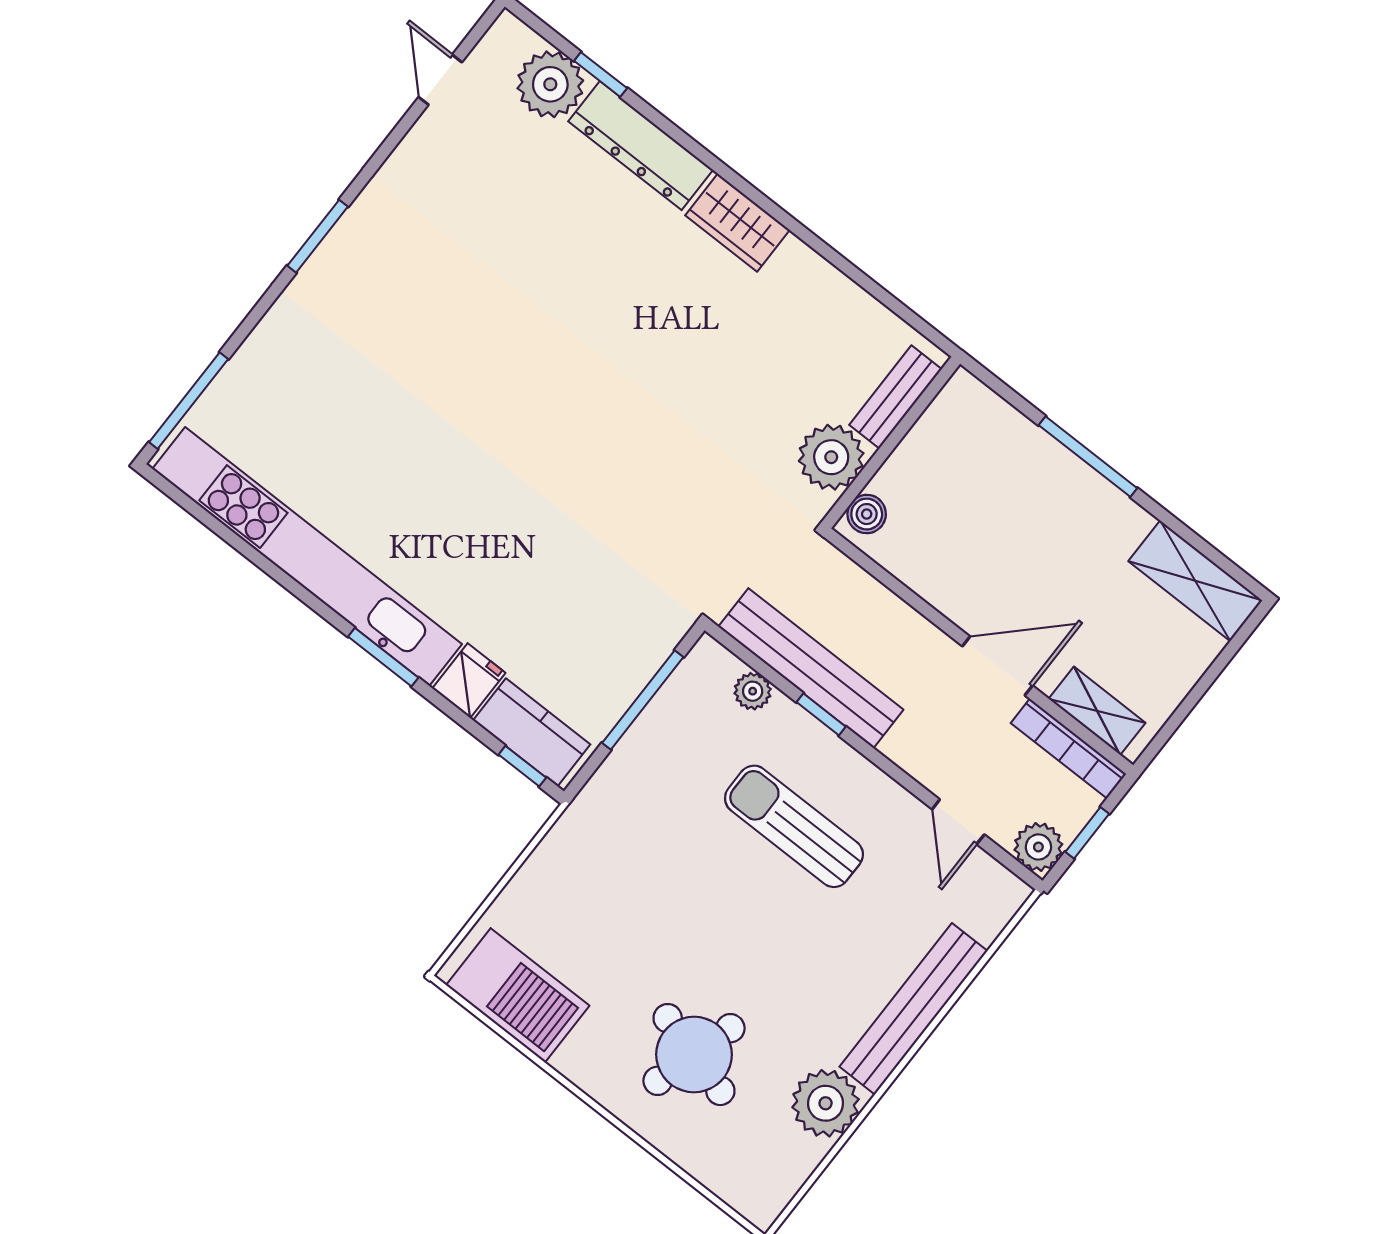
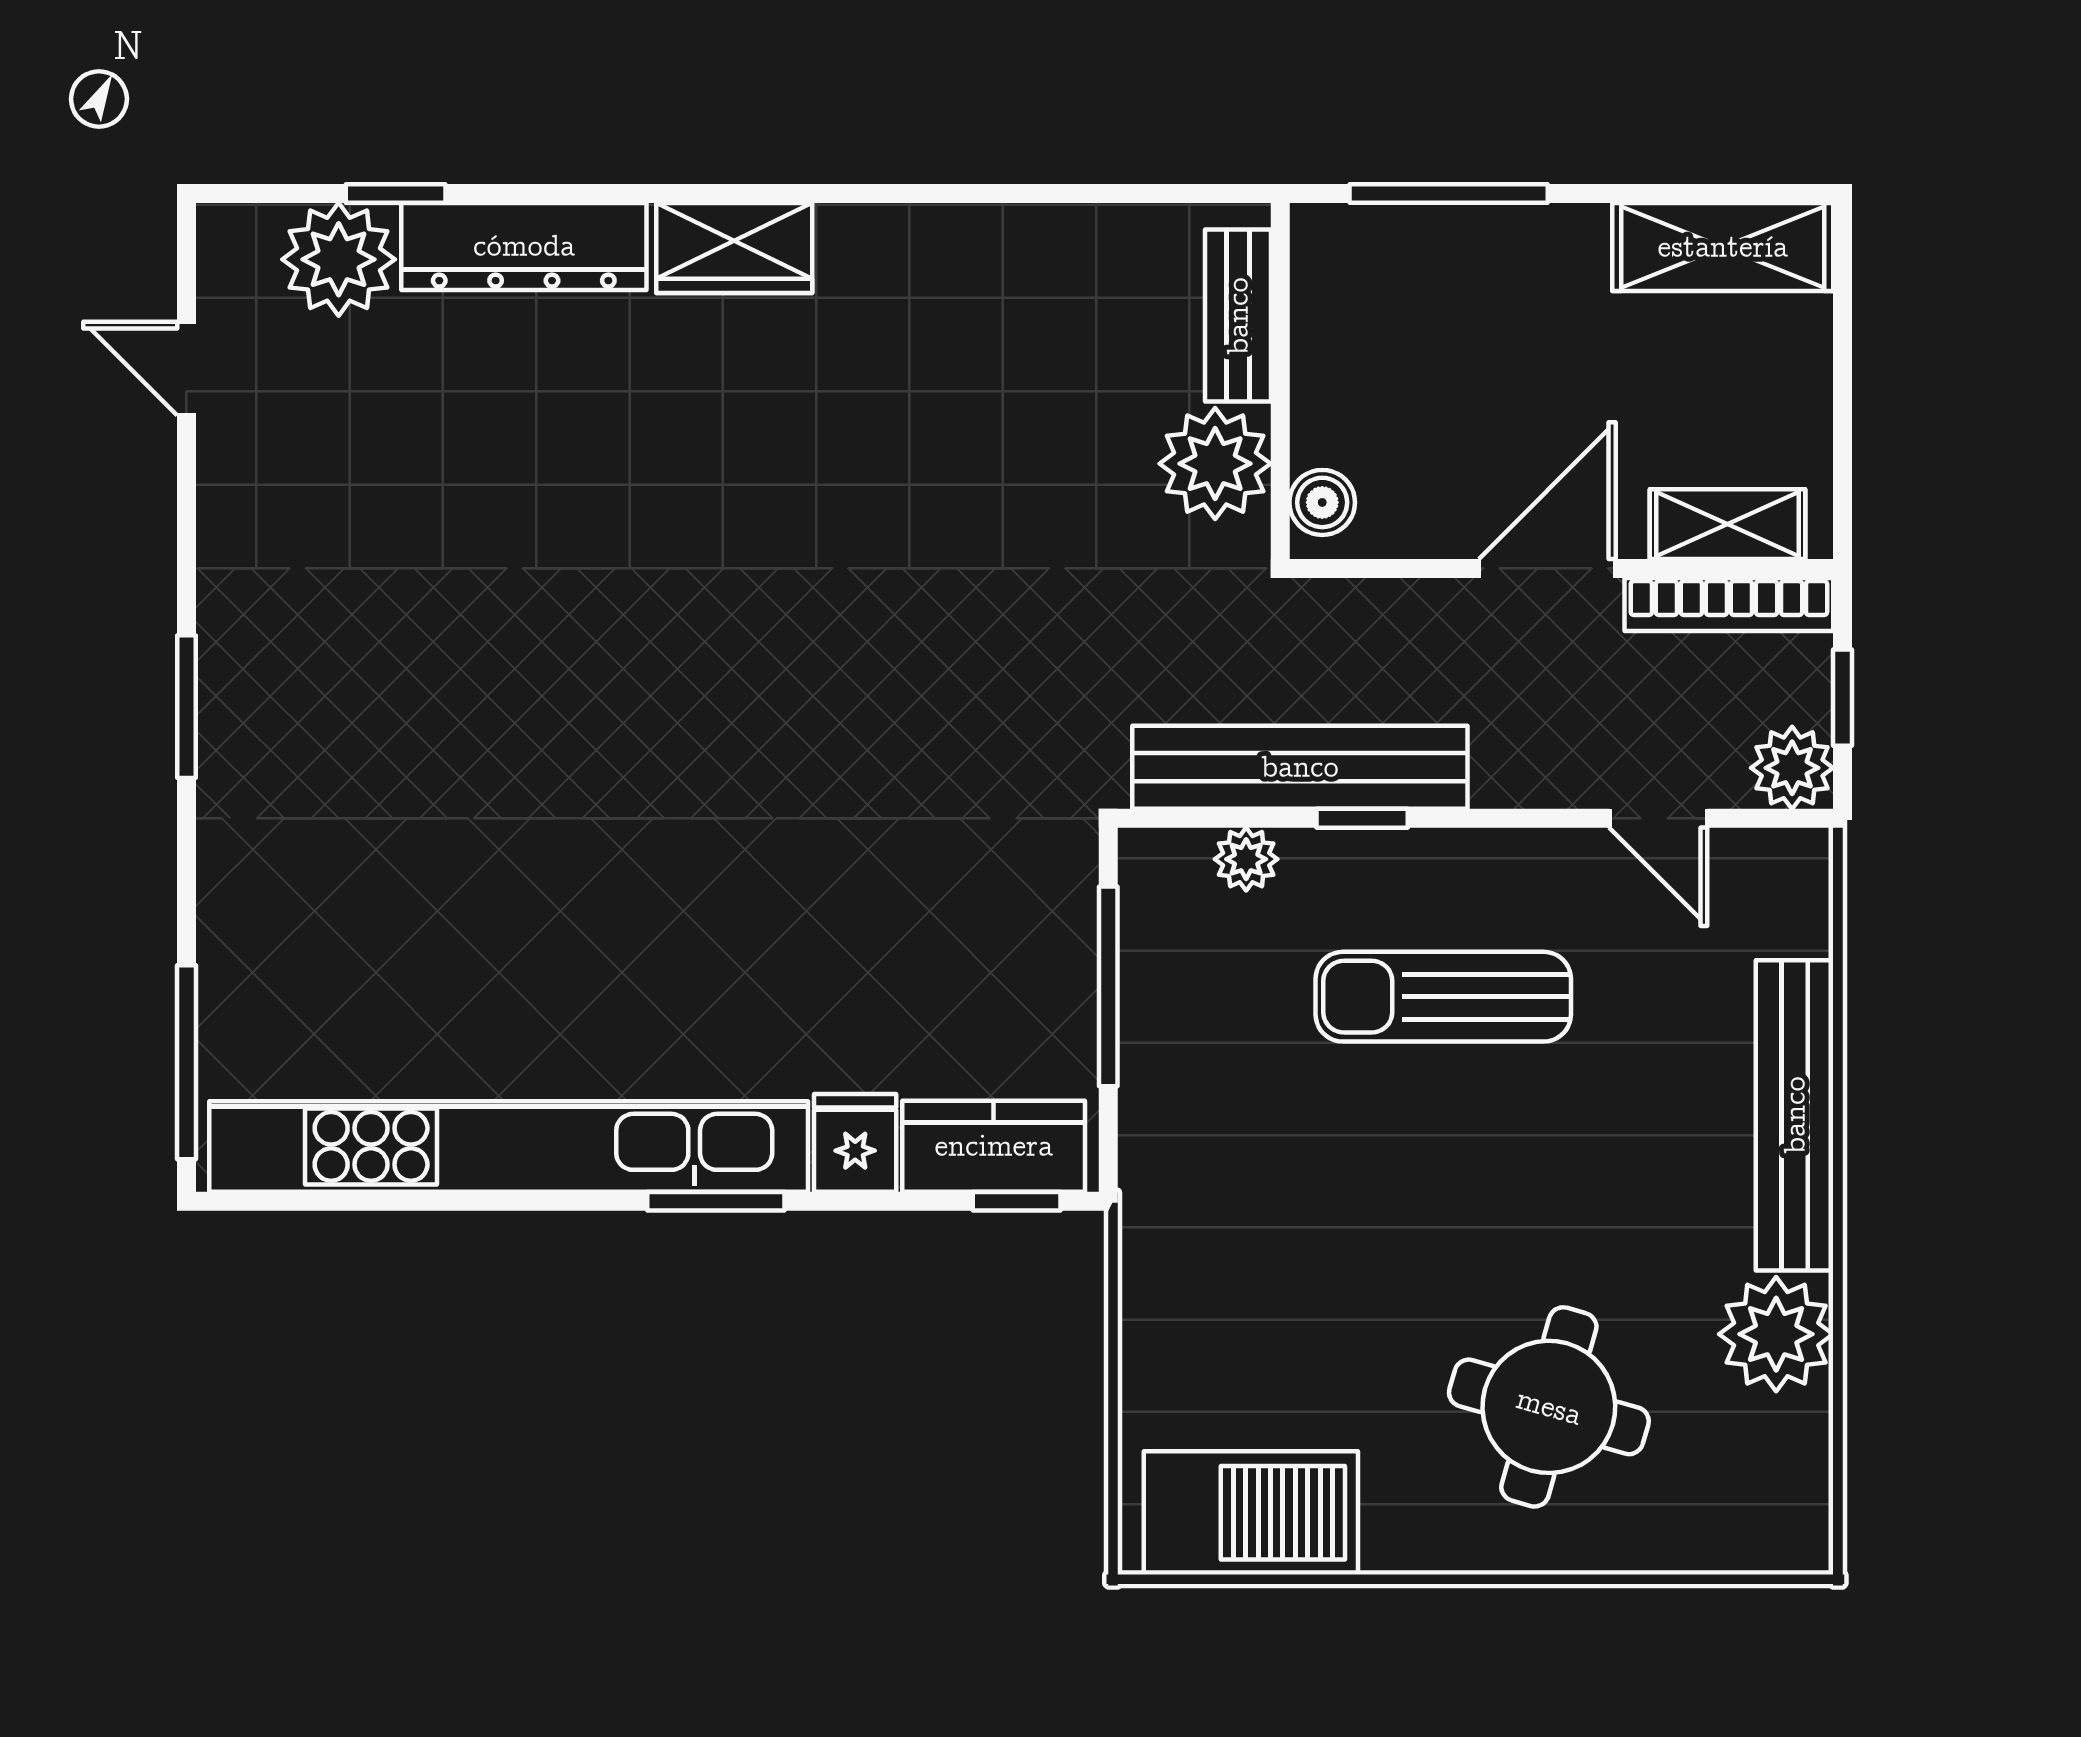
bench: (895, 397) -> (1238, 316), moved
wall: (891, 443) -> (1280, 381), moved
plant: (831, 457) -> (1215, 464), moved
boiler: (867, 514) -> (1322, 502), moved

